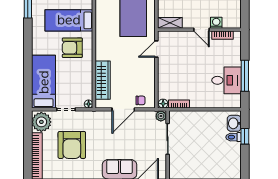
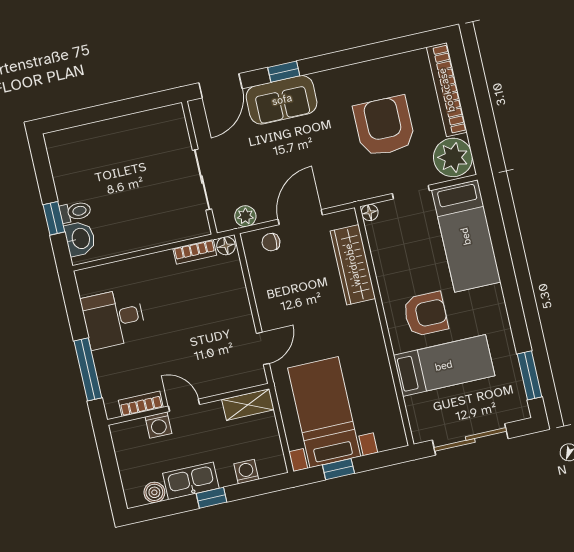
window: (245, 76) -> (88, 369), moved
plant: (161, 116) -> (245, 216), moved

